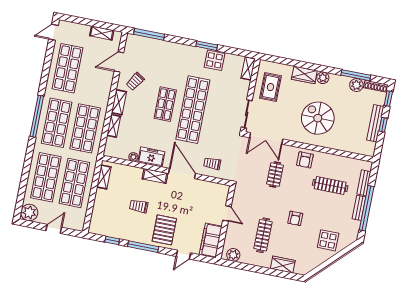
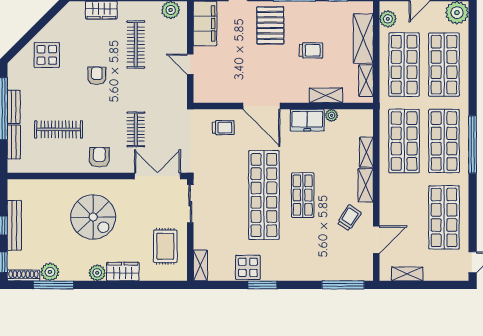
shelving: (155, 176) -> (326, 95), moved
shelving: (100, 207) -> (363, 39), added
plant: (80, 218) -> (388, 19), added

